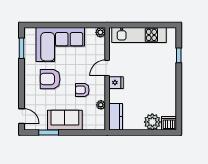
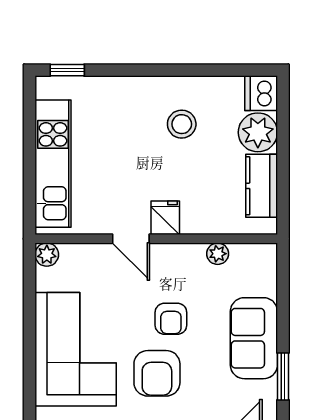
window: (179, 55) -> (67, 70), moved
armchair: (82, 90) -> (171, 319), moved
stool: (156, 90) -> (182, 124), added
kitchen counter: (116, 117) -> (262, 186), moved, turned -90

